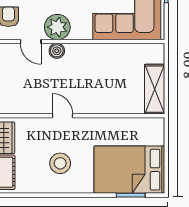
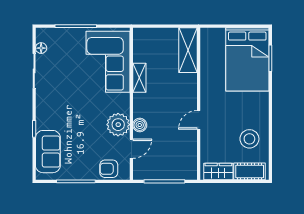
shelving: (109, 50) -> (139, 78), added
shelving: (155, 89) -> (188, 50), moved, turned 90
stool: (60, 163) -> (249, 139), moved

